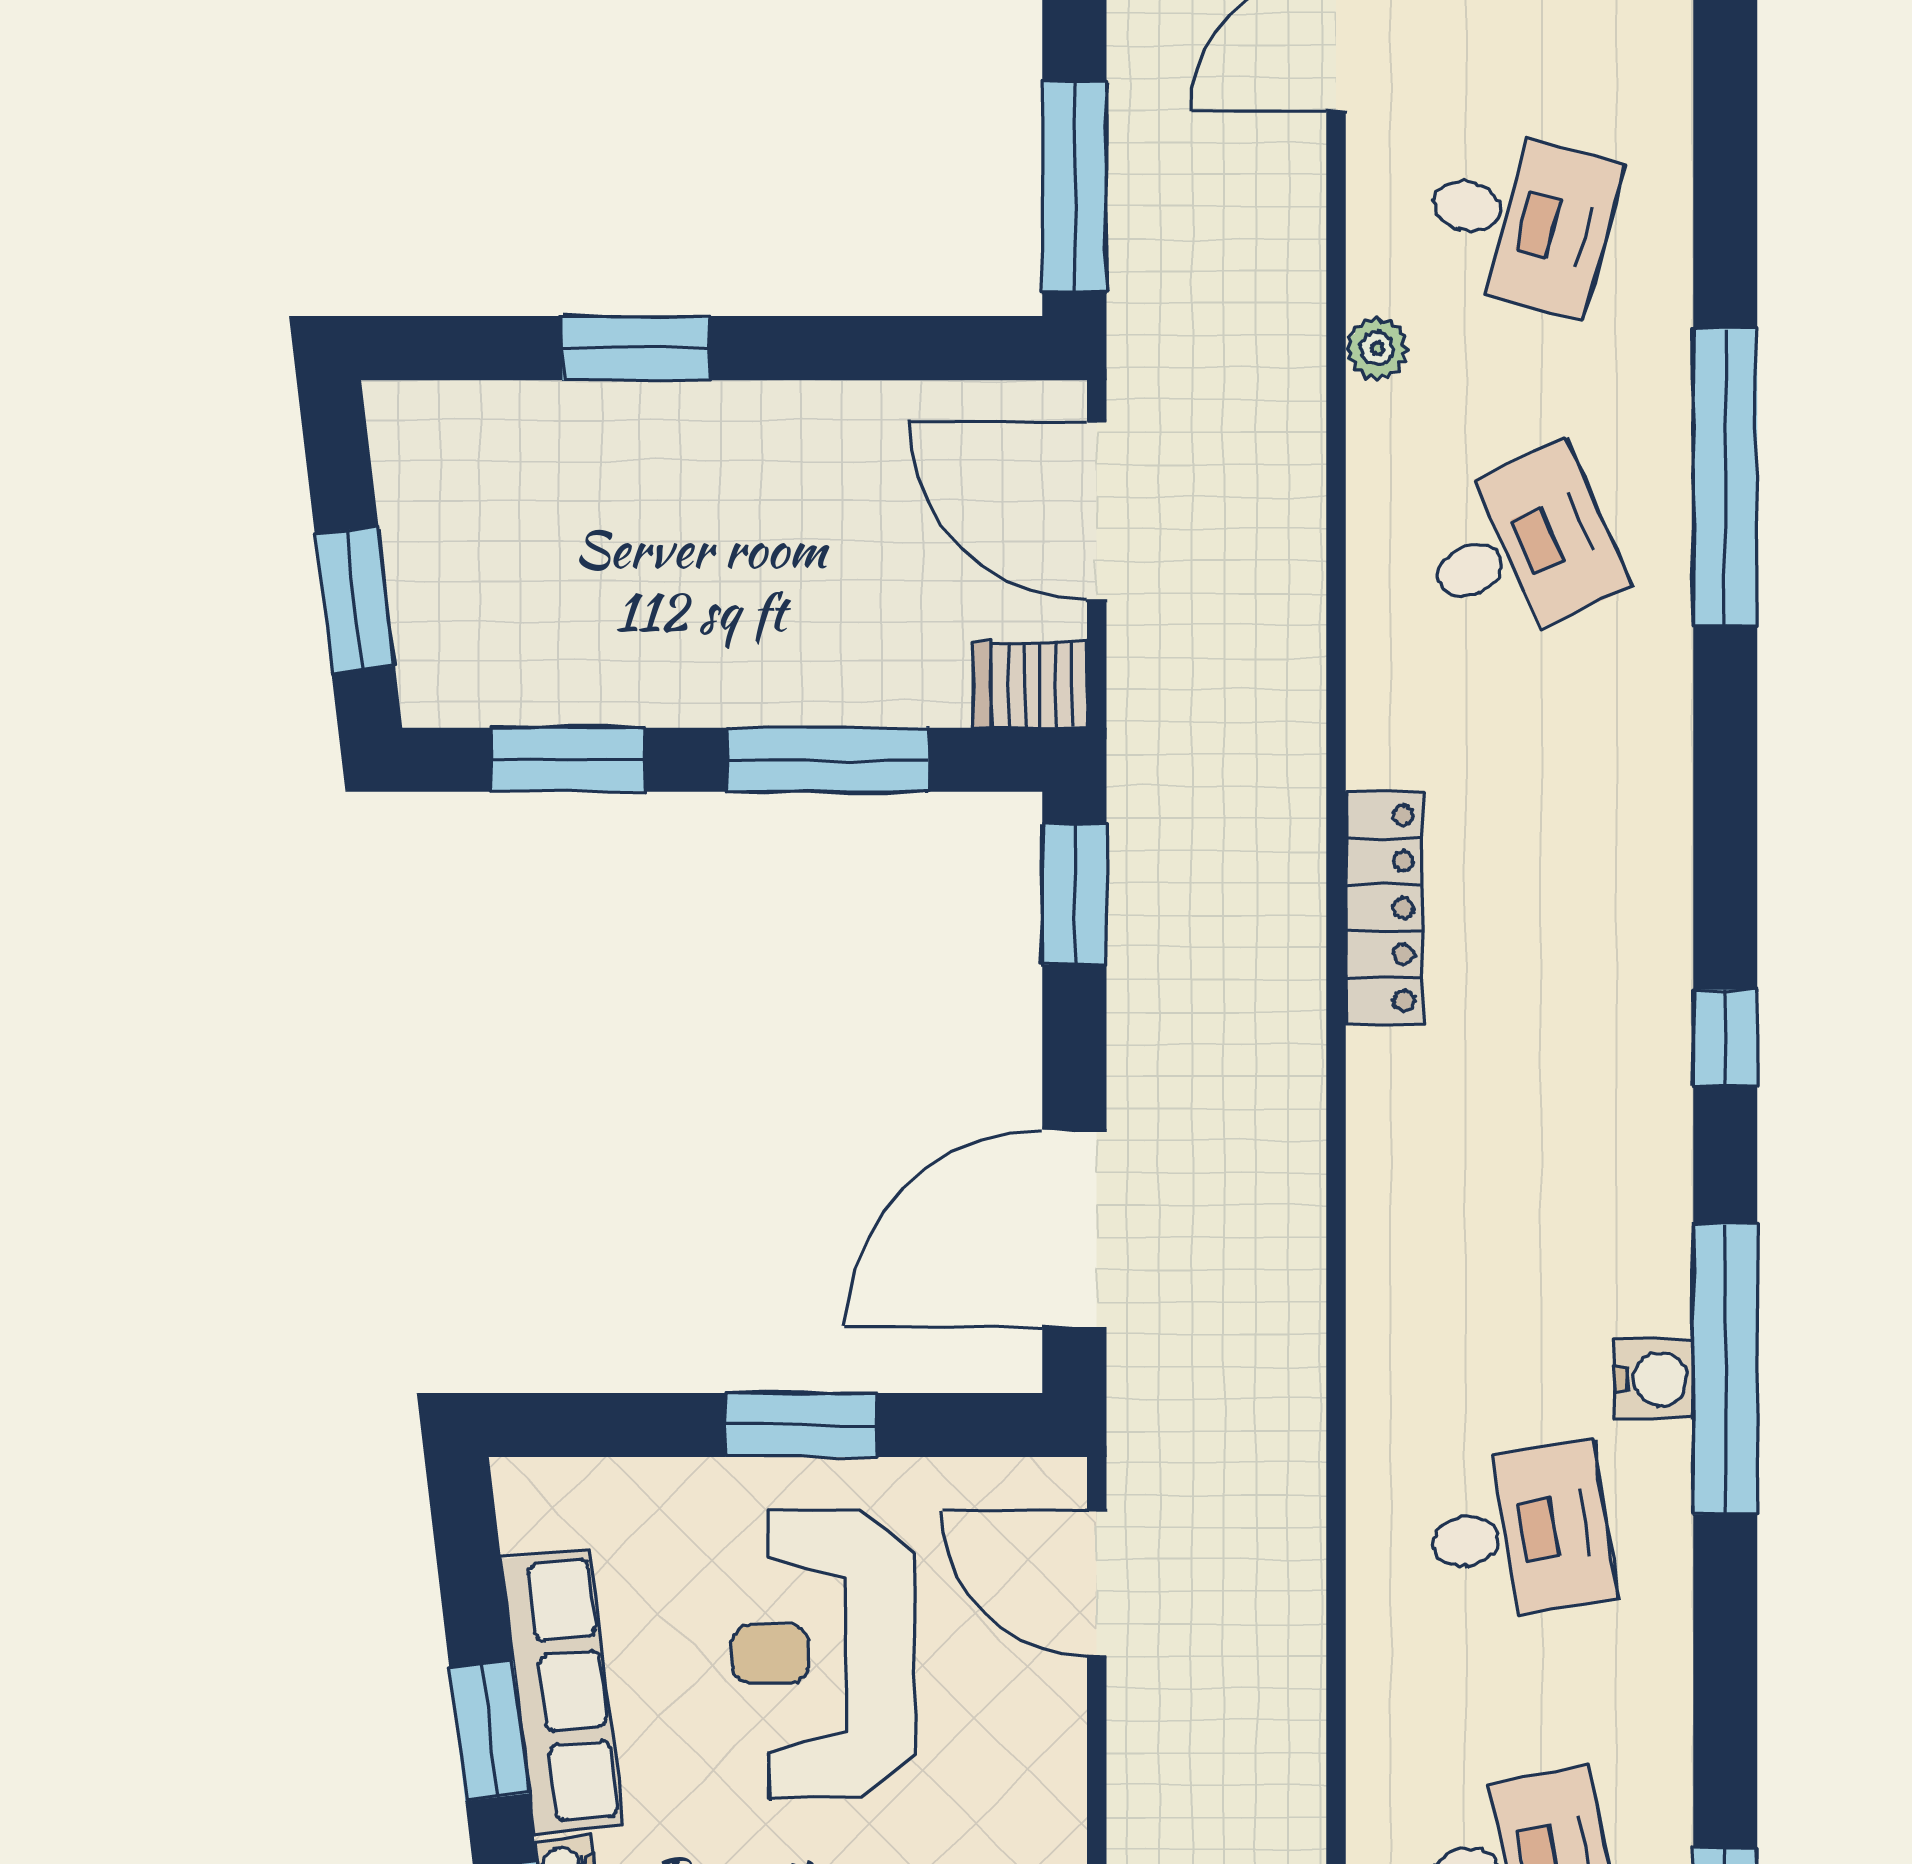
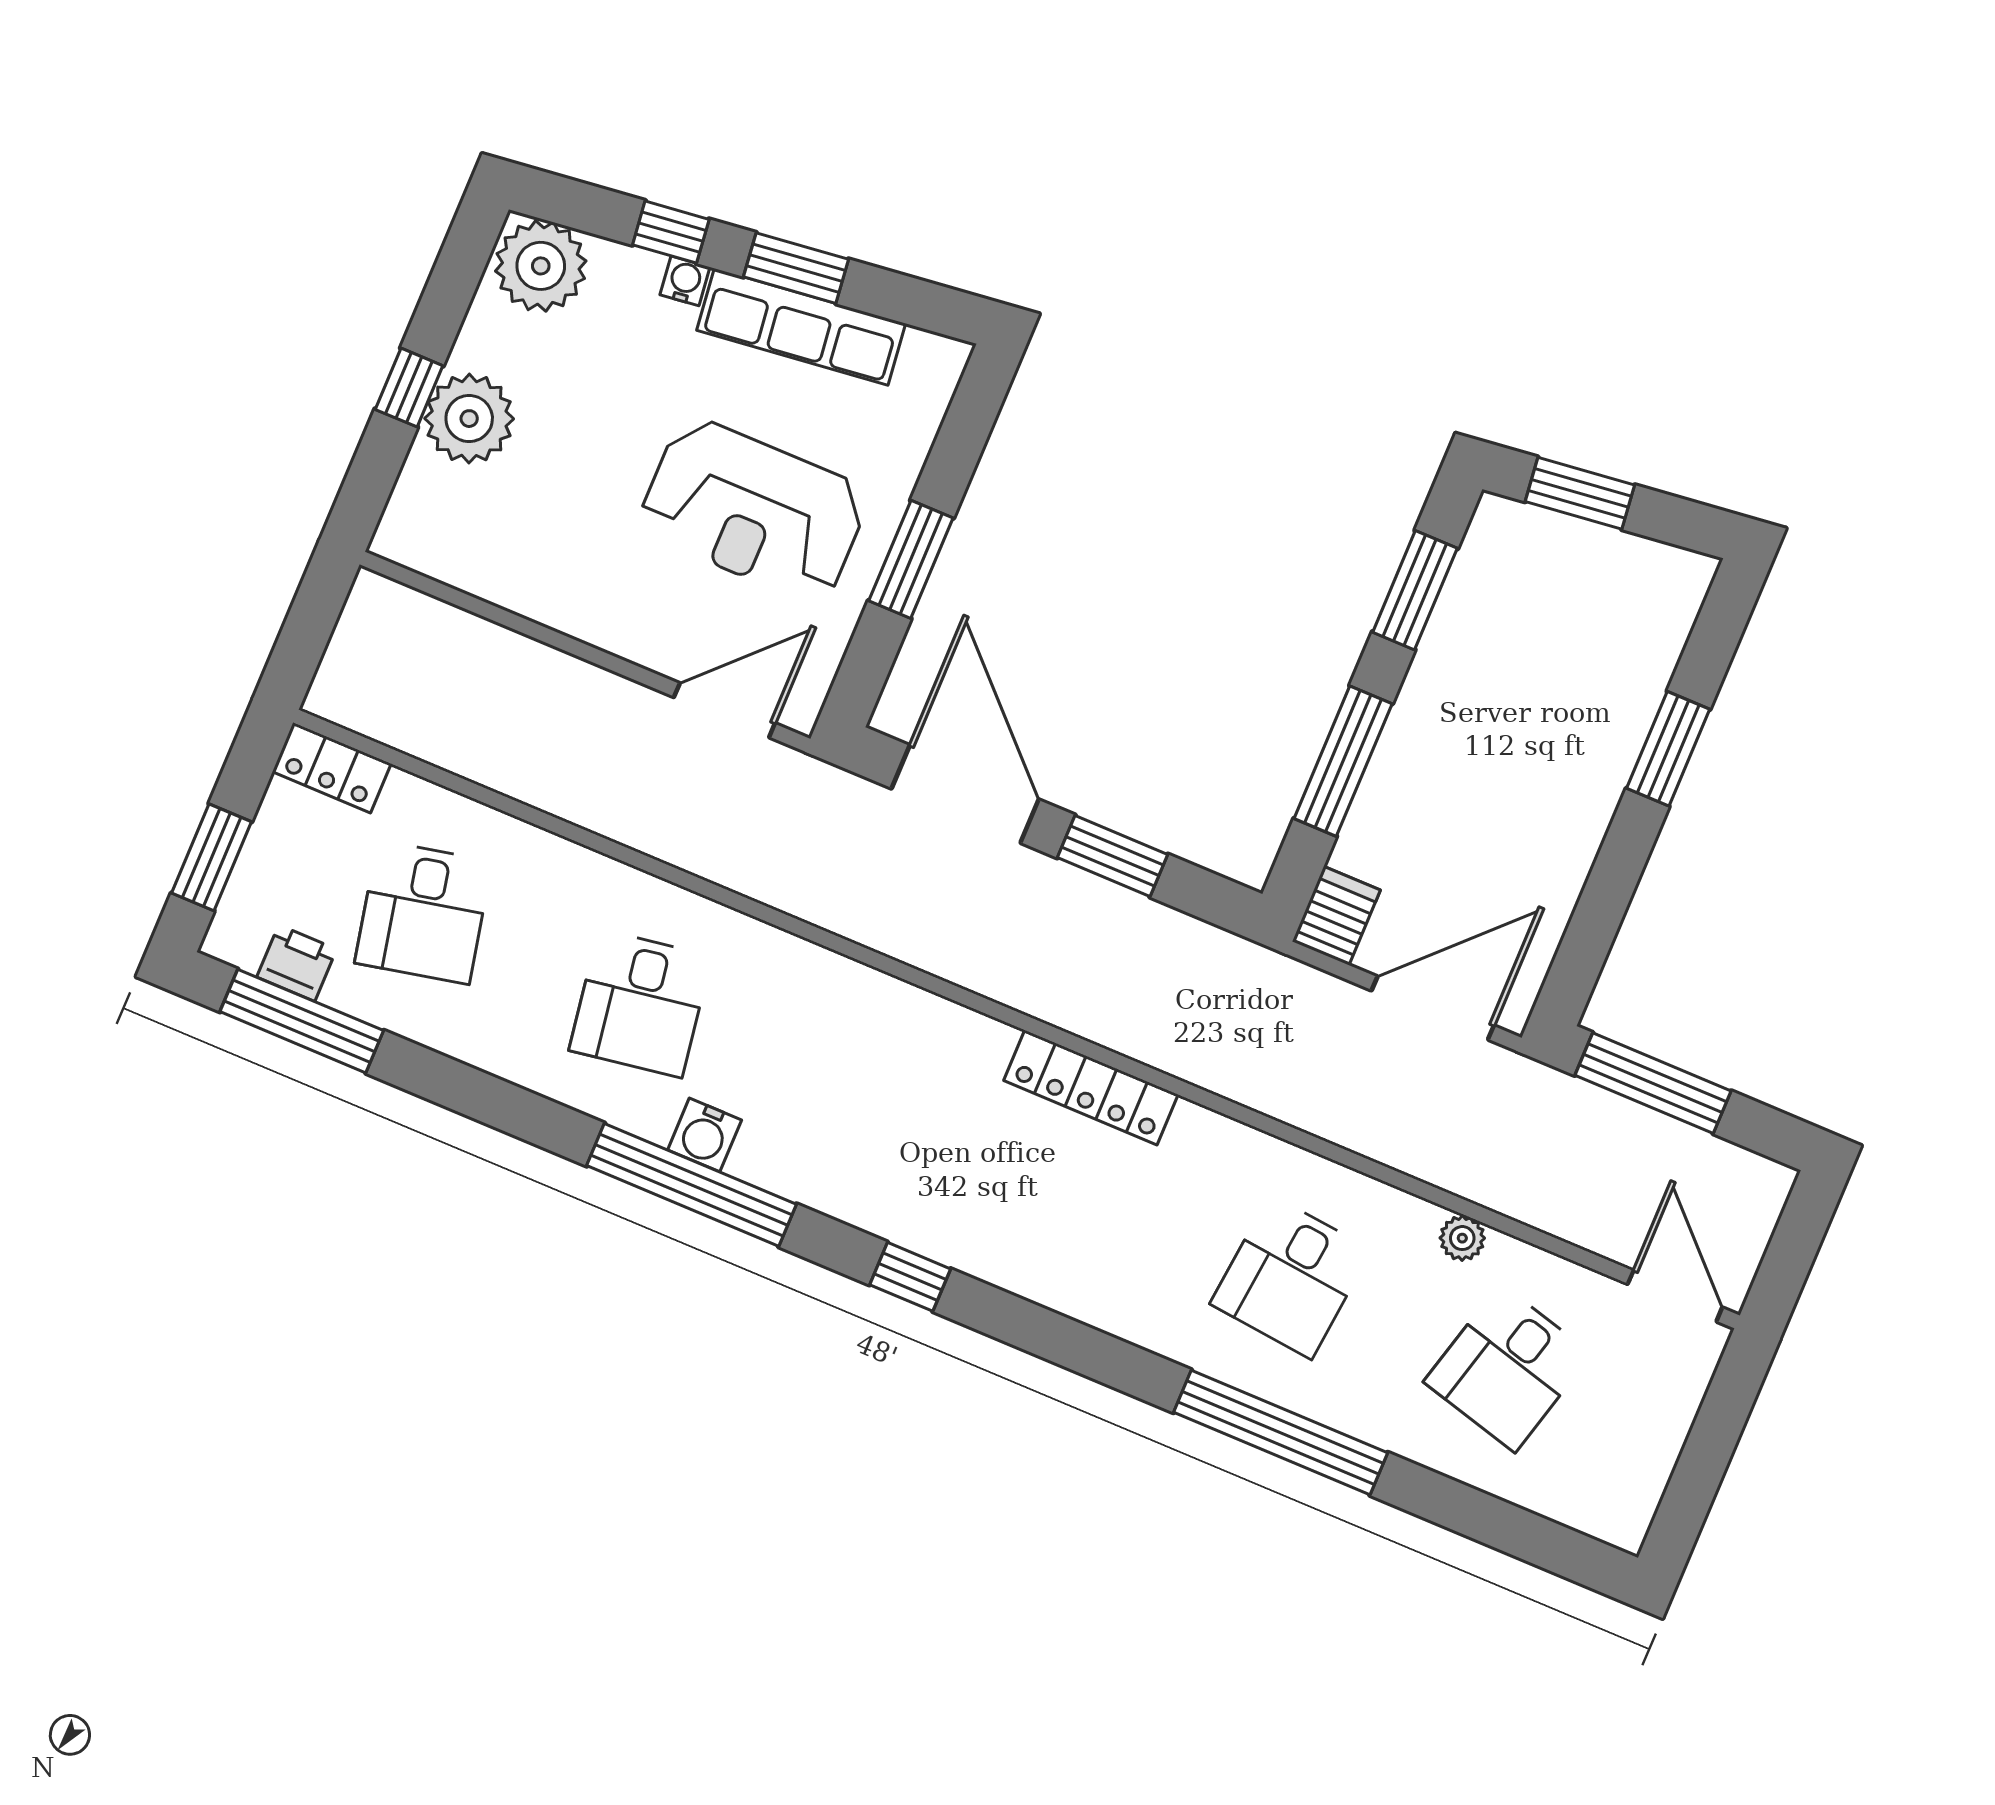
desk: (1520, 548) -> (1291, 1277), turned 30
window: (1074, 894) -> (1113, 856), moved
reception desk: (824, 1654) -> (754, 510), turned 180

